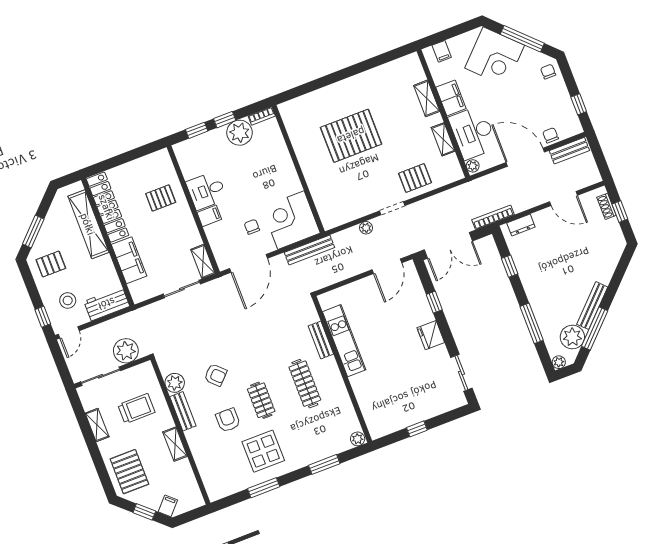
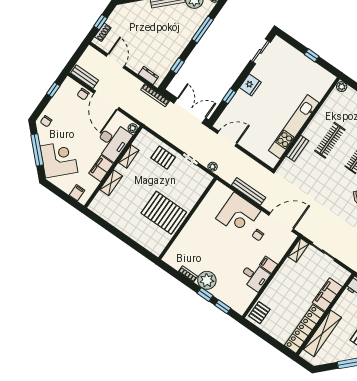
wall: (298, 169) -> (188, 218), moved
pallet: (161, 198) -> (259, 313), moved, turned 90
kitchen unit: (344, 341) -> (294, 127), width x1.36

